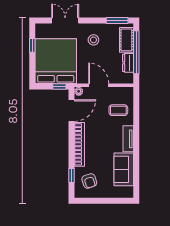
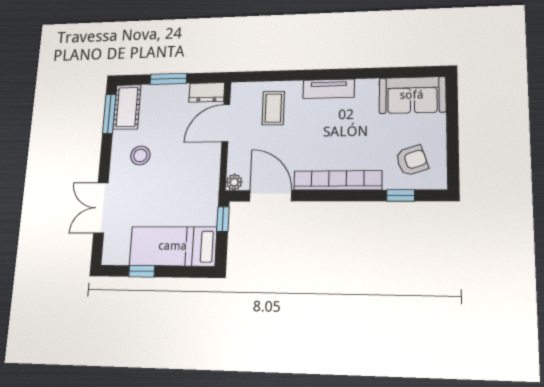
cot: (126, 40) -> (127, 107), moved, turned 90
window: (136, 52) -> (168, 79), width x0.47
bed: (56, 61) -> (173, 246), width x0.49
dresser: (128, 63) -> (207, 92), moved
door: (99, 85) -> (226, 123), moved
sofa: (124, 169) -> (412, 95), moved

